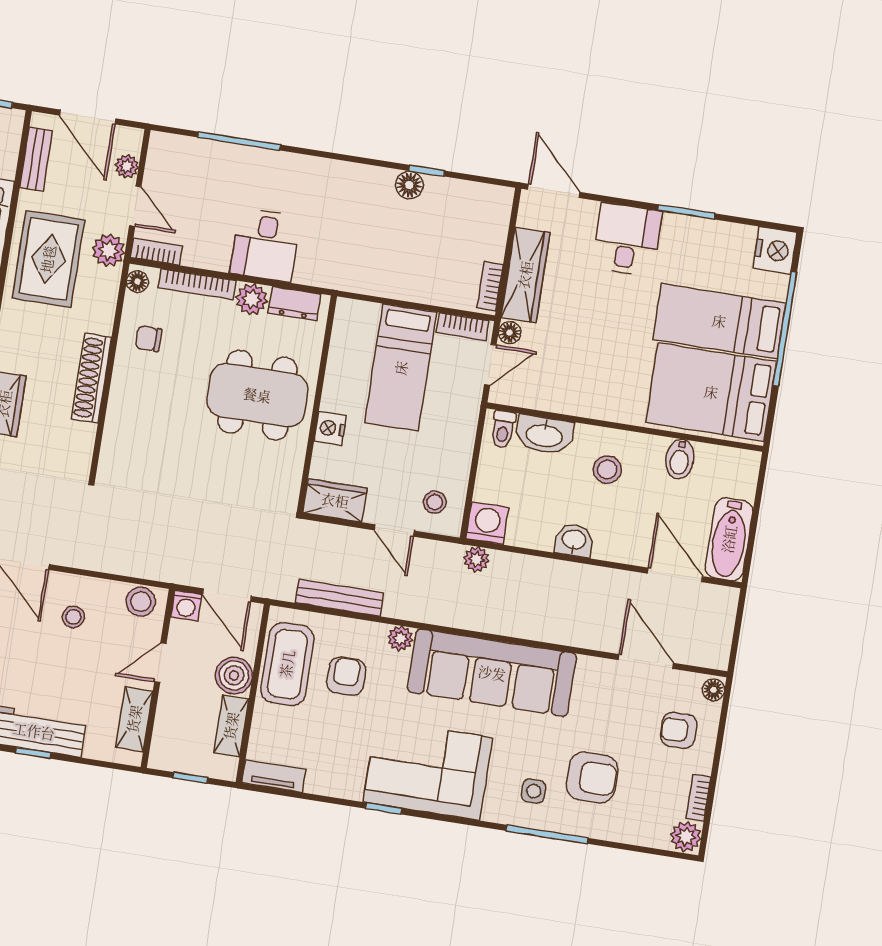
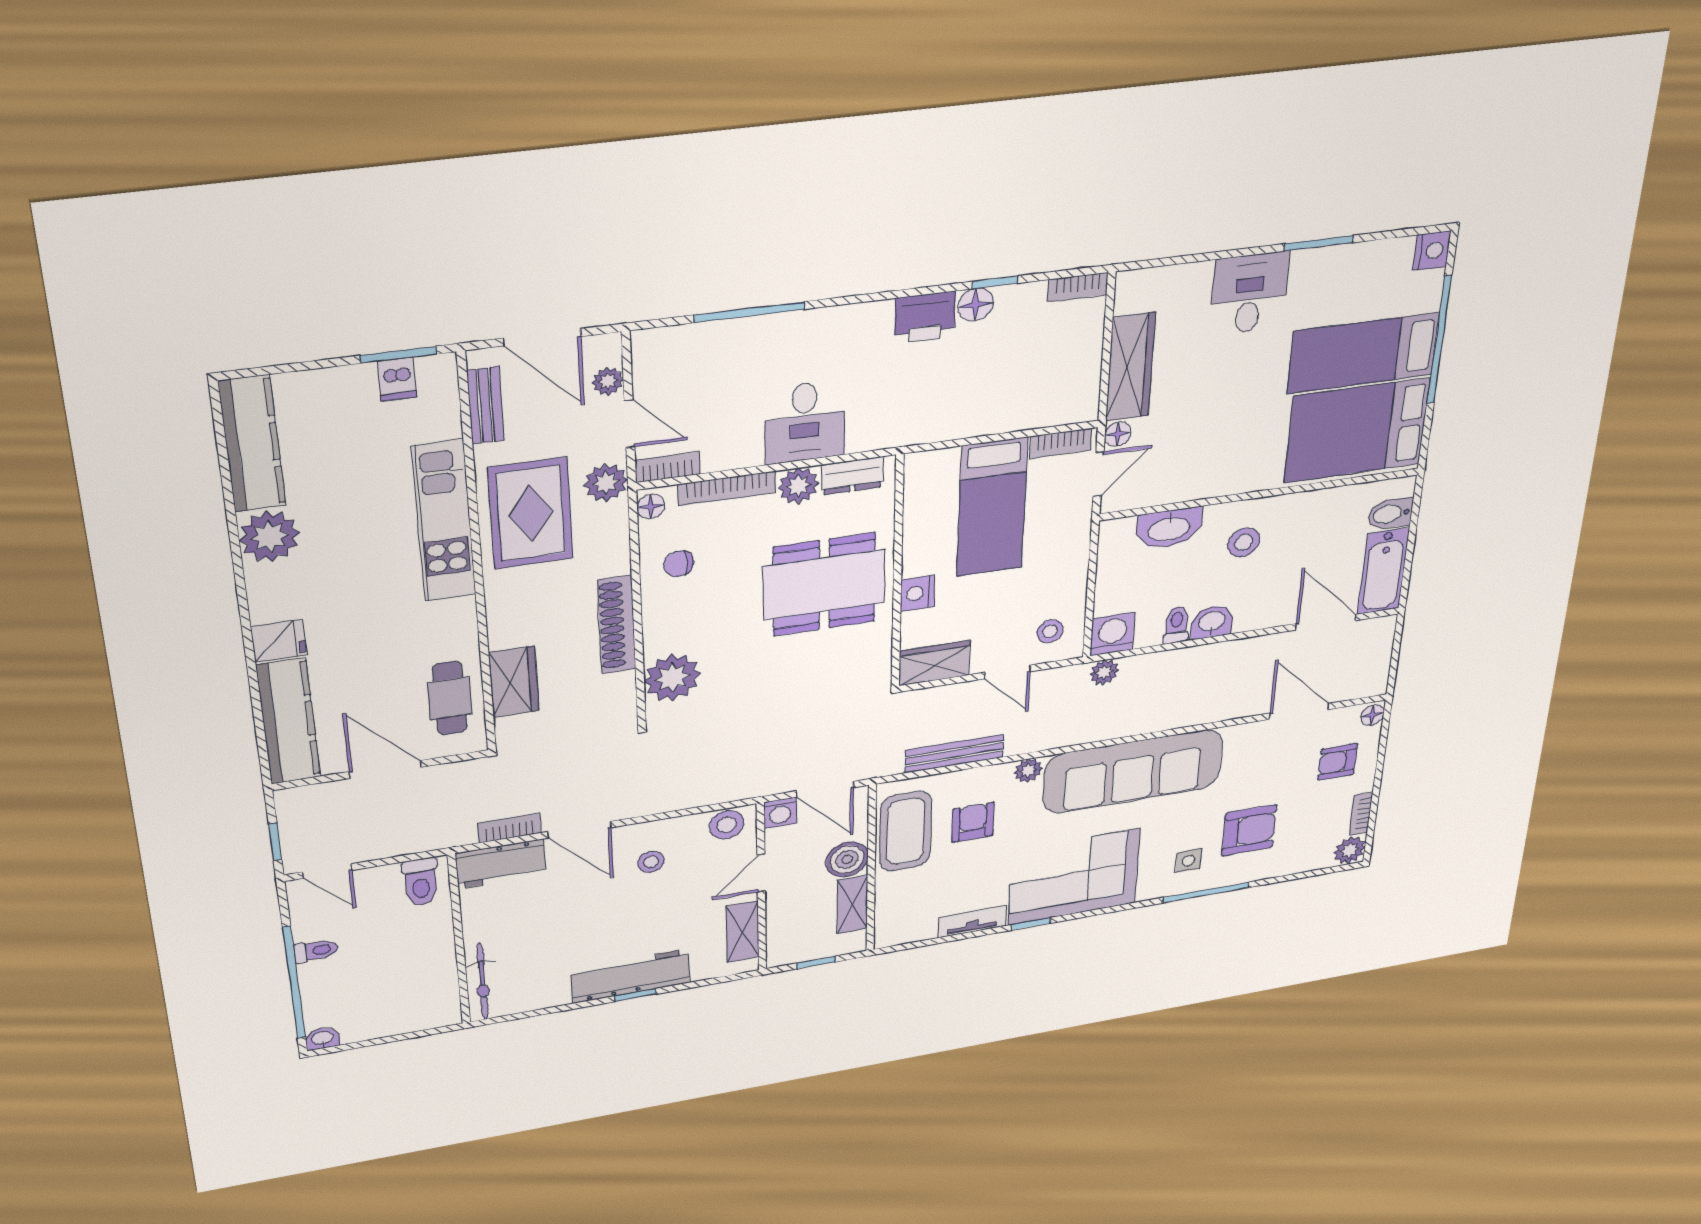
printer: (369, 184) -> (925, 318), added
door: (554, 191) -> (1156, 263), removed
nightstand: (775, 250) -> (1432, 251), width x0.74, depth x0.75
bookcase: (490, 286) -> (1078, 287), moved, turned -90
toilet: (503, 429) -> (1177, 625), moved, turned 180
plant: (124, 442) -> (672, 678), added
bidet: (680, 459) -> (1390, 514), moved, turned 90
tv unit: (274, 776) -> (972, 922), moved

